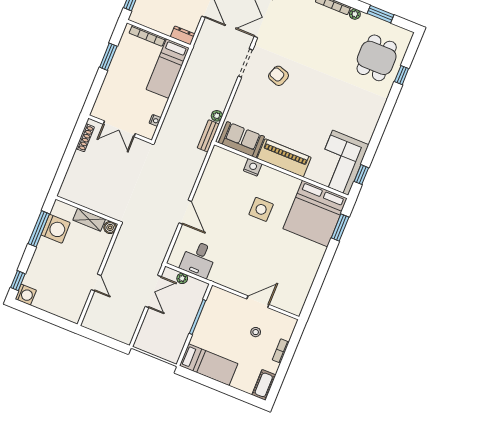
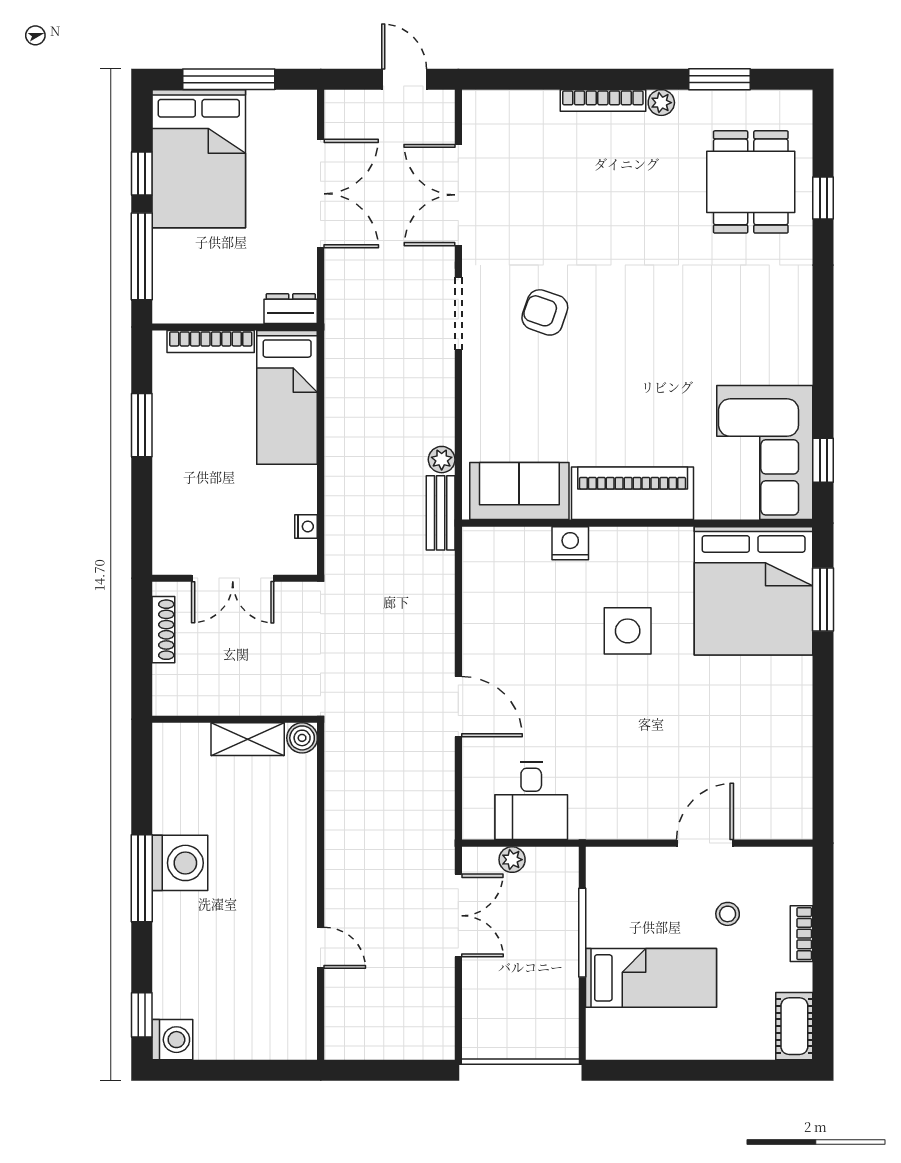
wall: (87, 210) -> (235, 719), moved
shelving: (89, 220) -> (248, 739), moved
boiler: (110, 227) -> (302, 738), moved
bed: (209, 365) -> (651, 978), moved

